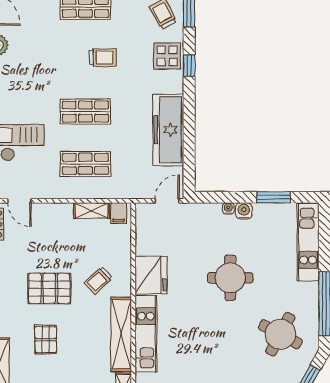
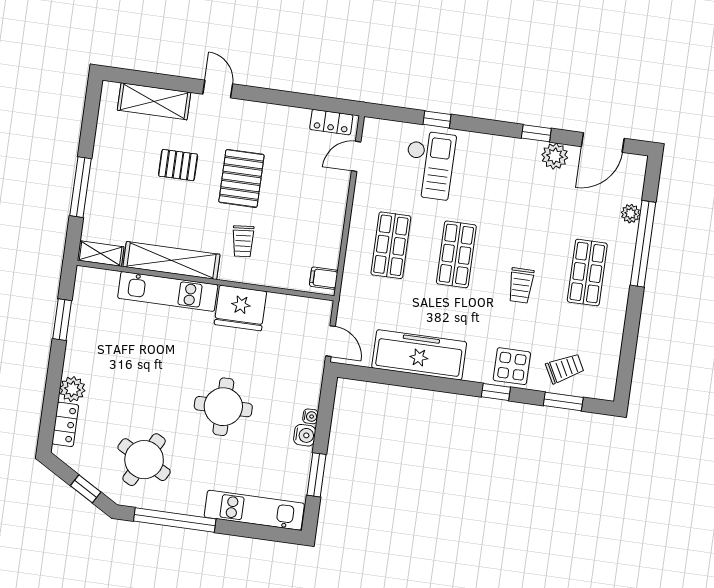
shelving: (92, 211) -> (331, 245), removed
trolley: (98, 280) -> (243, 241), turned -142

